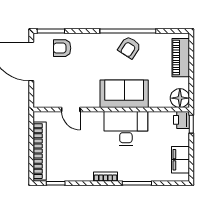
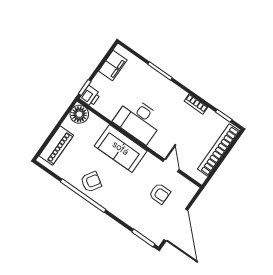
armchair: (62, 48) -> (160, 194), moved
bookcase: (106, 177) -> (196, 104), moved

